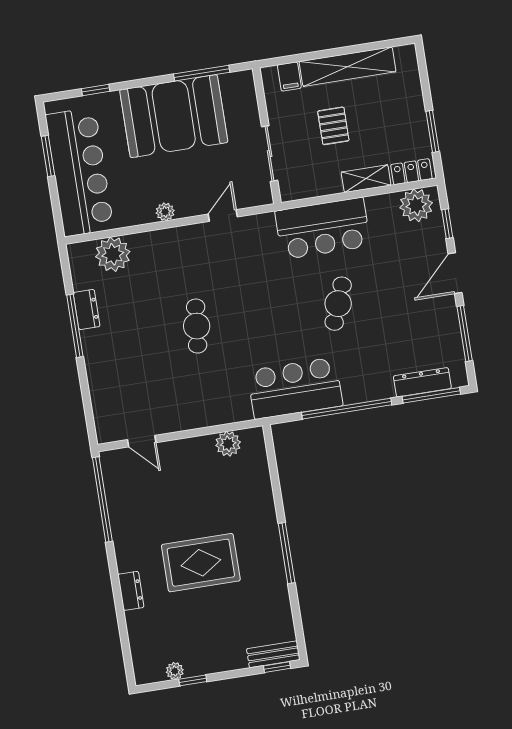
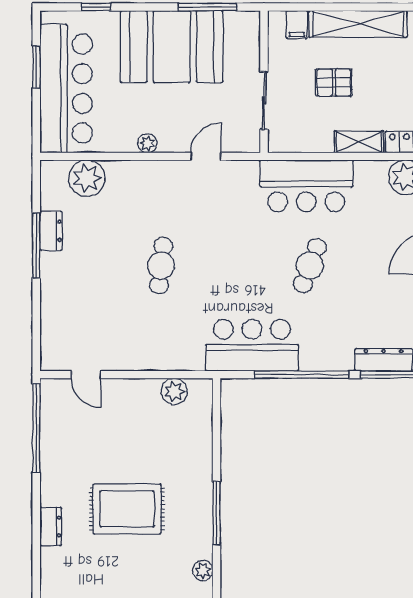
pallet: (333, 126) -> (334, 82), turned 90
plant: (282, 610) -> (203, 570), added

